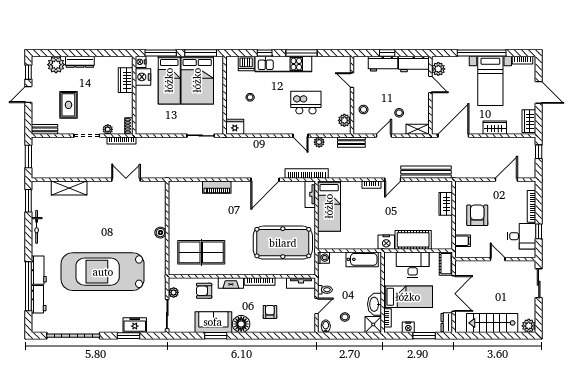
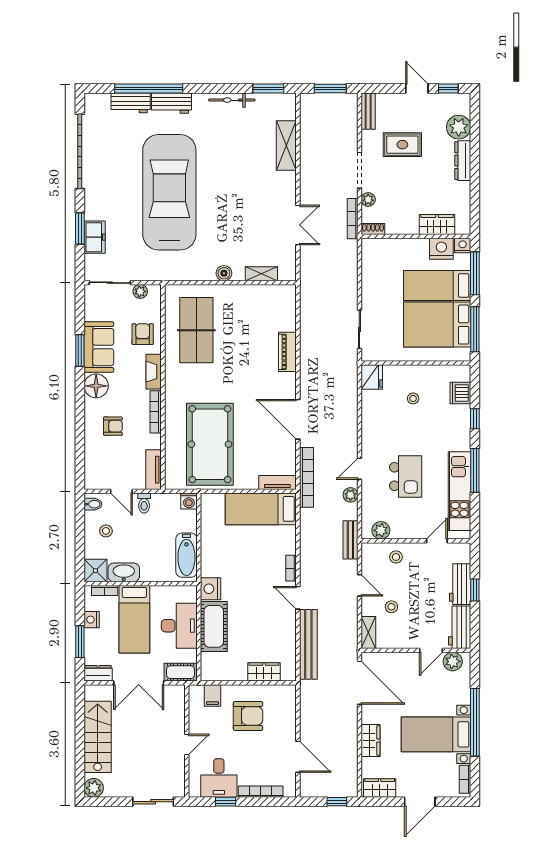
kitchen unit: (283, 64) -> (460, 491), moved
shelving: (161, 206) -> (261, 274), added

